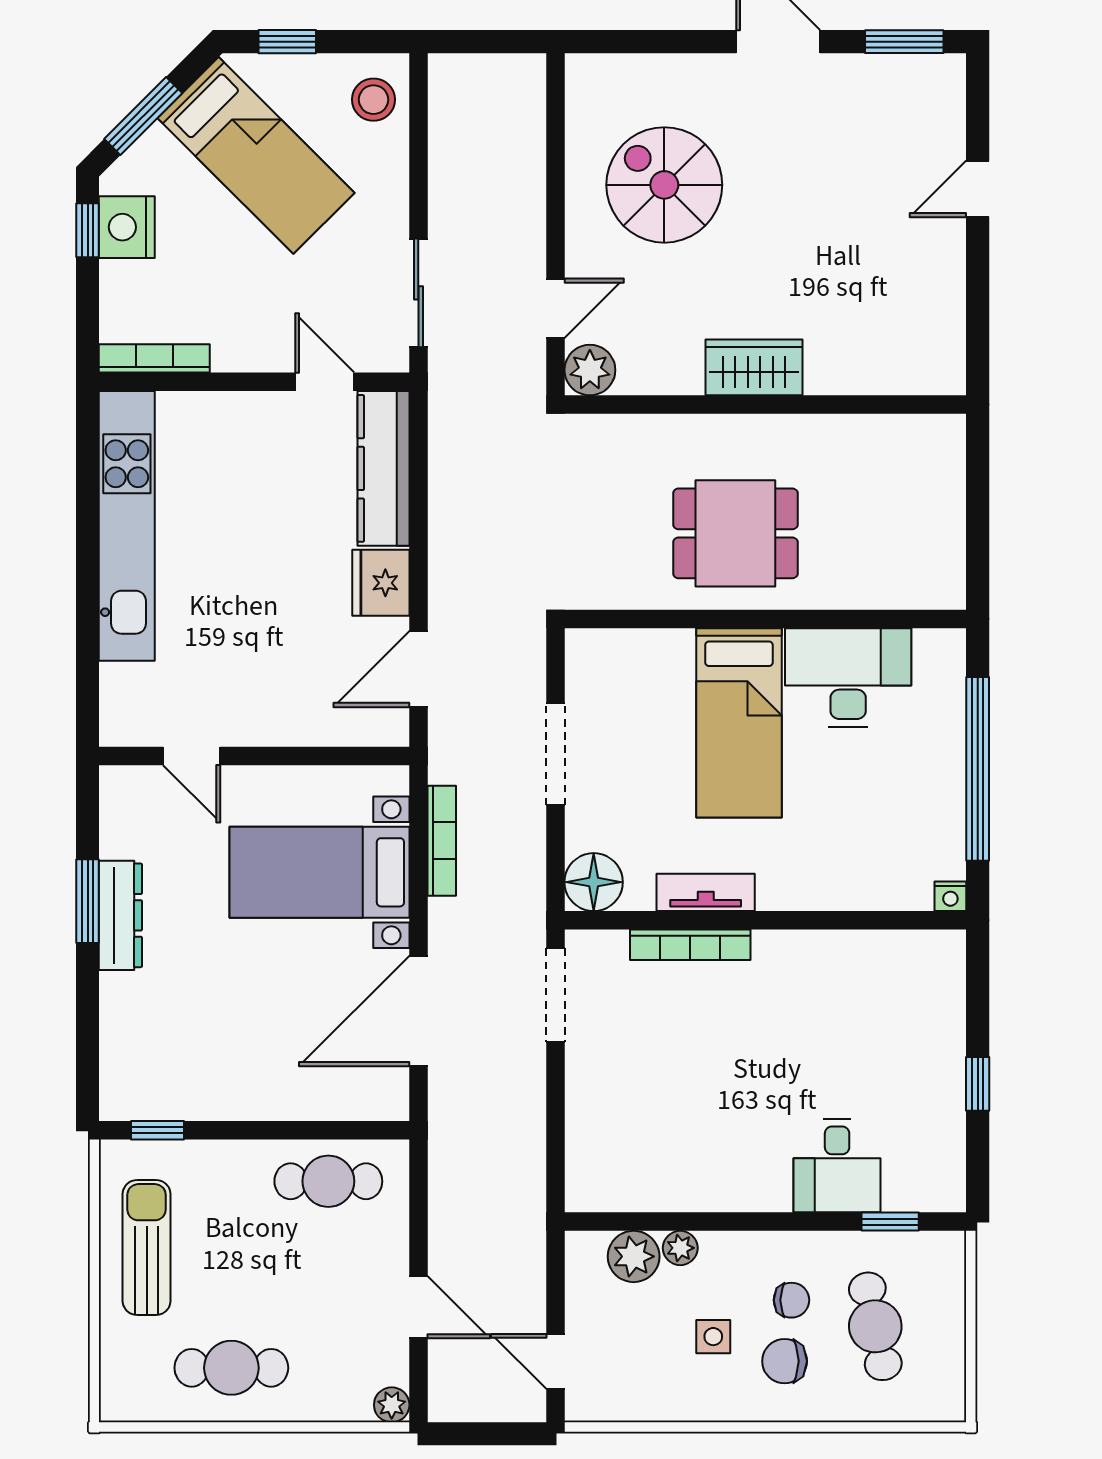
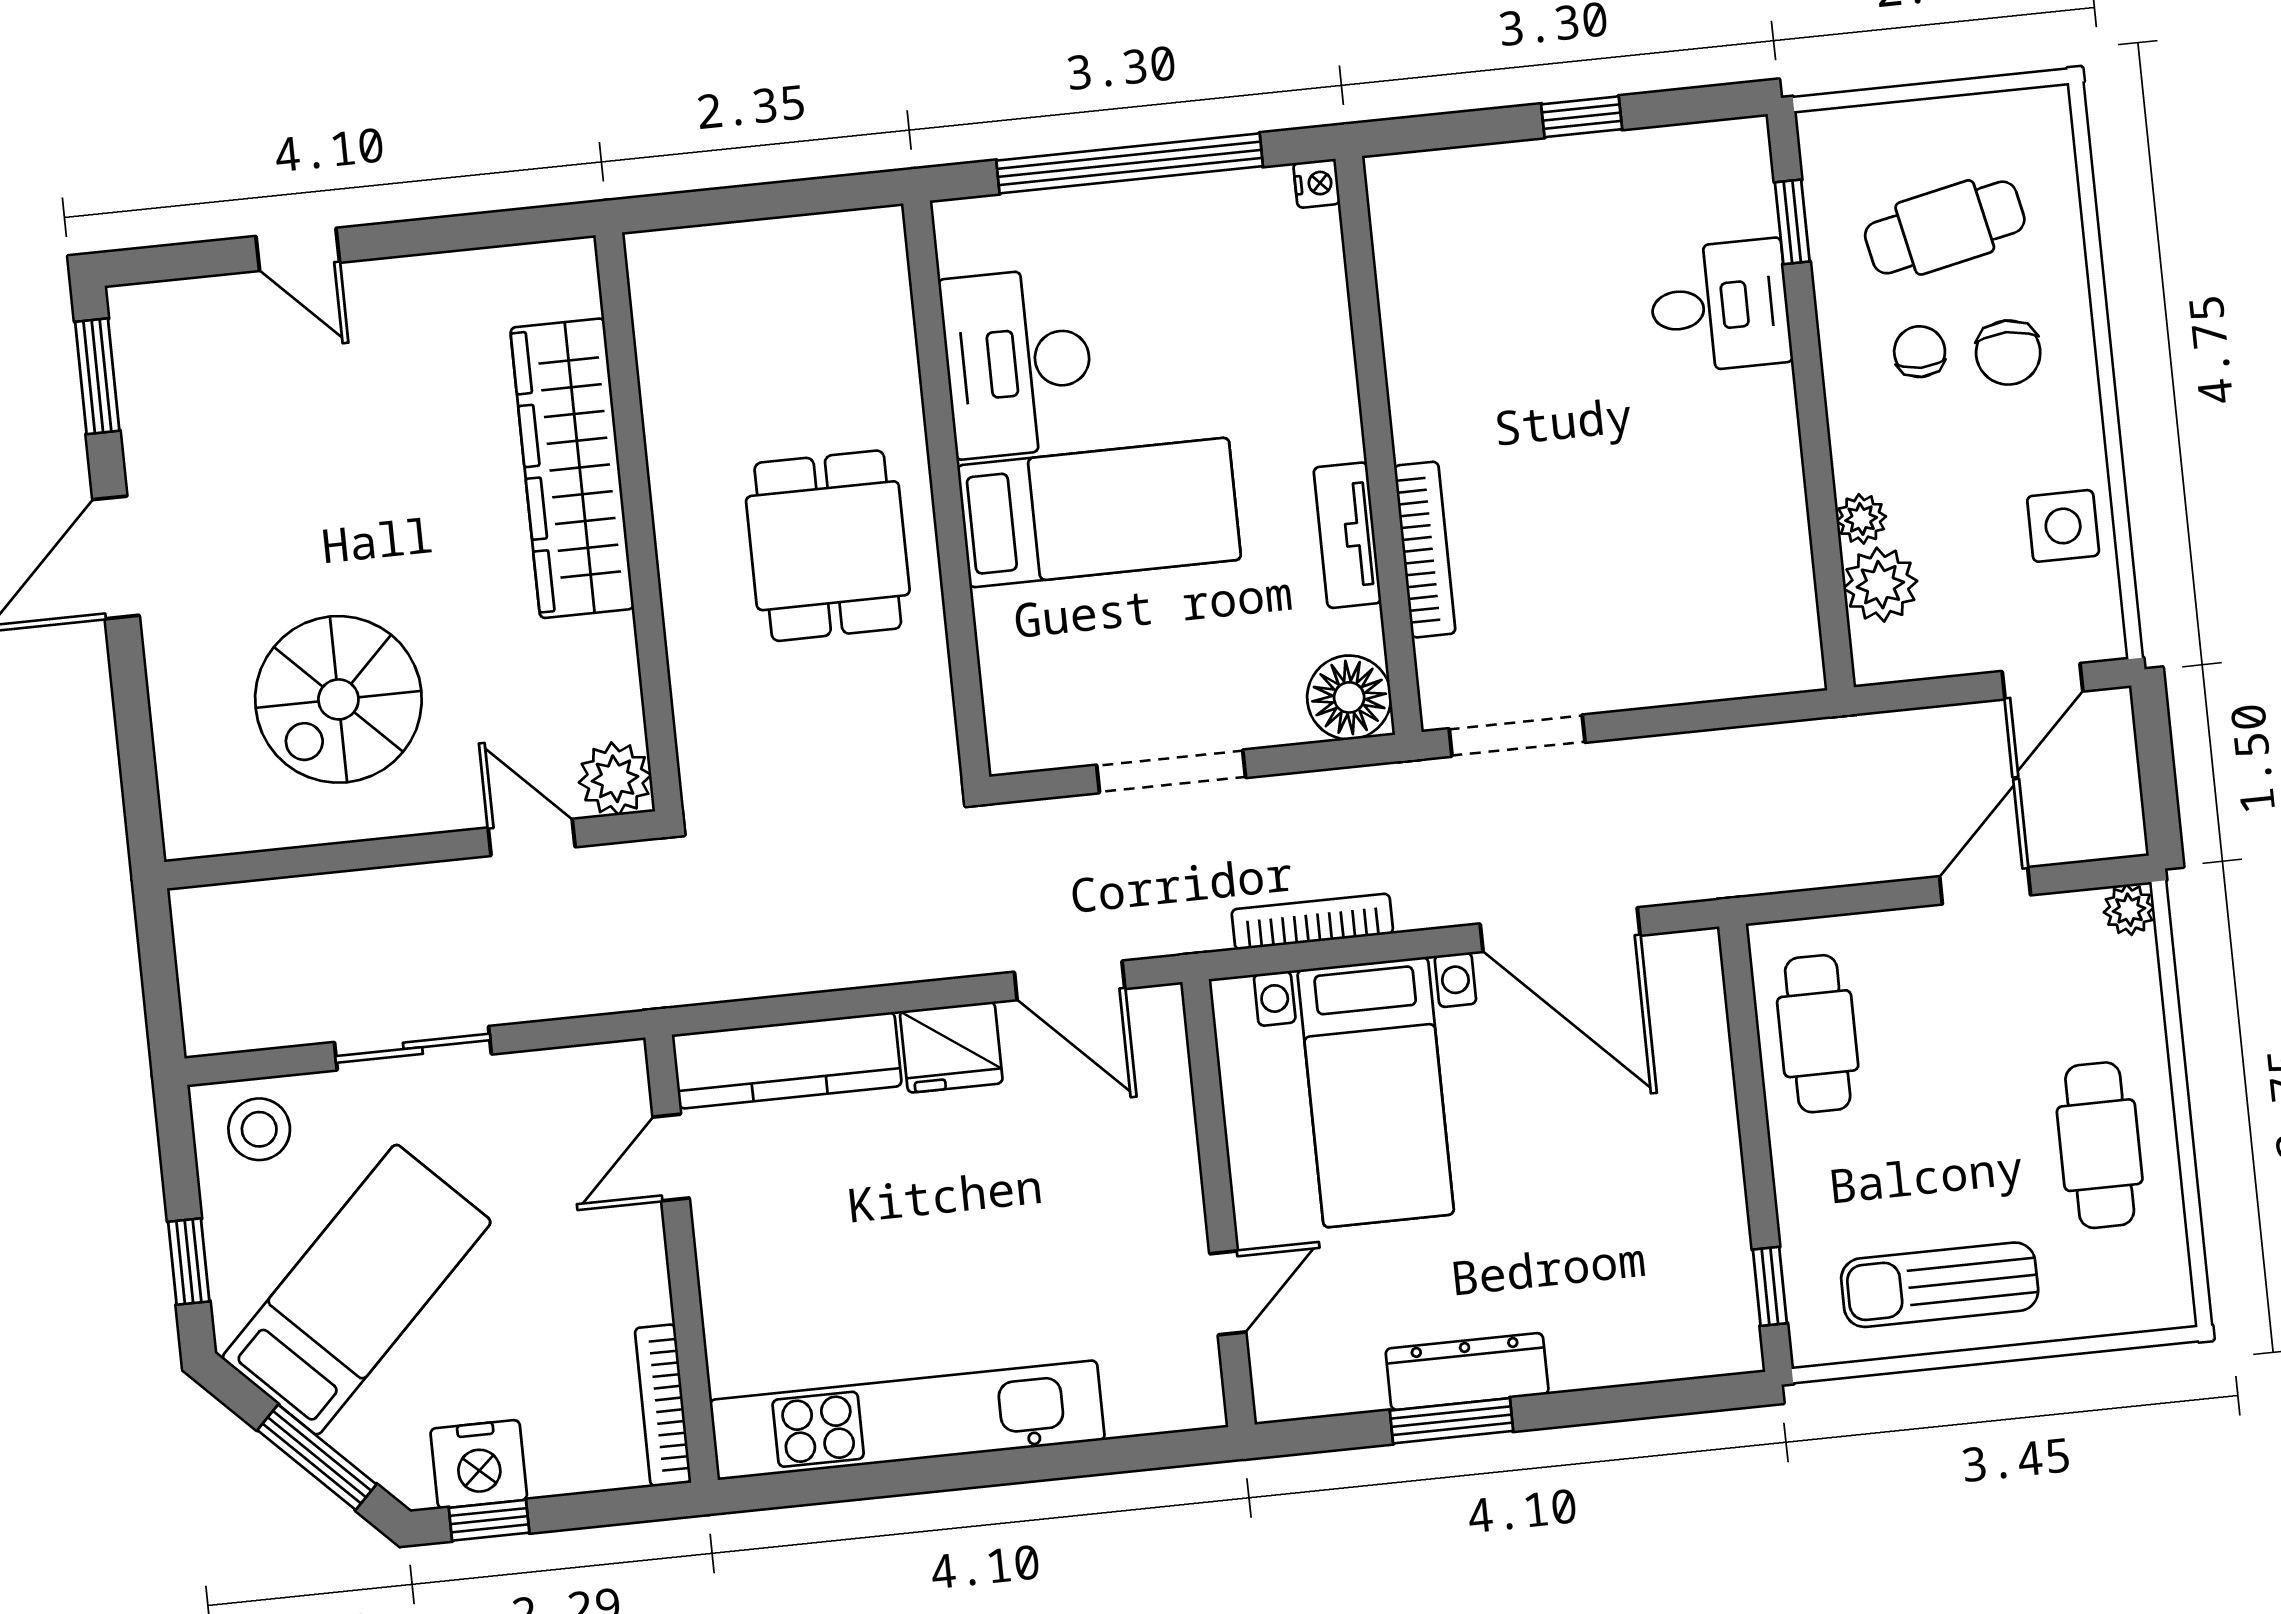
sliding door: (418, 293) -> (413, 1048), moved
wardrobe: (754, 367) -> (572, 468), width x2.10, depth x1.17
side table: (713, 1337) -> (2063, 526), moved, width x1.37, depth x1.37

